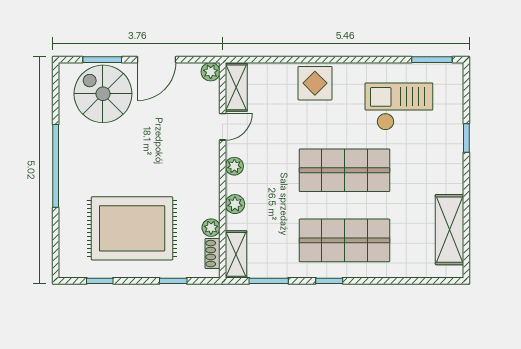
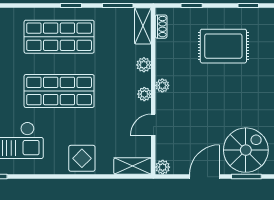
shelving: (236, 87) -> (133, 166), moved, turned 90
spiral stairs: (103, 94) -> (246, 150), turned -90
rug: (132, 228) -> (223, 46), width x0.73, depth x0.69
plant: (211, 228) -> (162, 85), moved

